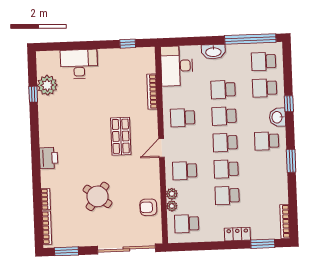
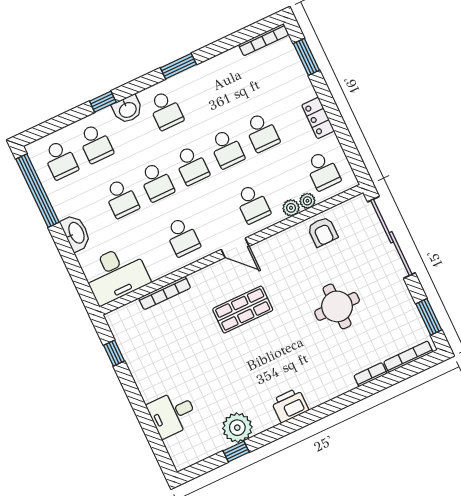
desk: (79, 64) -> (172, 414), width x0.73
plant: (47, 85) -> (237, 428), moved
printer: (49, 158) -> (290, 405), moved
round table: (97, 196) -> (337, 306), turned -37
locker: (237, 234) -> (318, 118), moved

